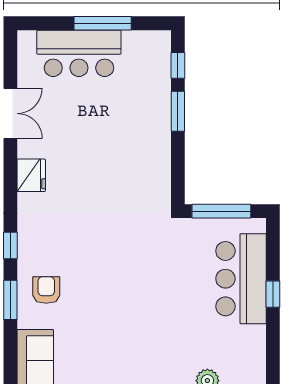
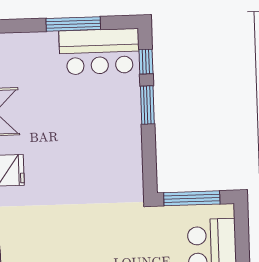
bar counter: (79, 53) -> (99, 52), moved

